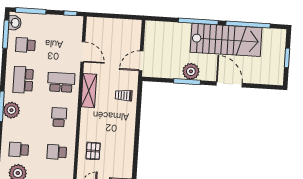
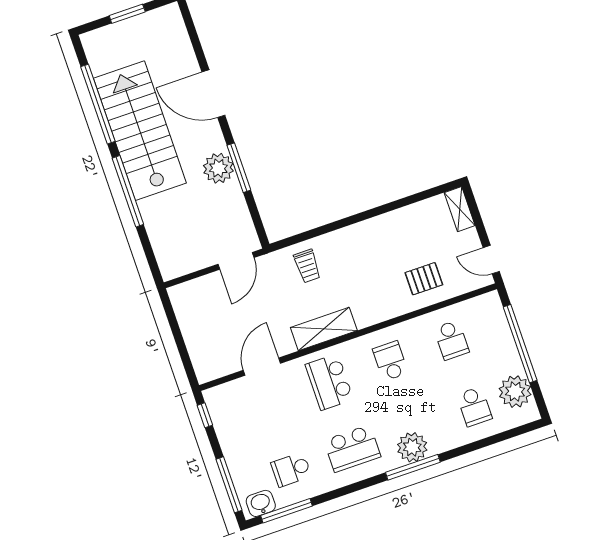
school desk: (25, 45) -> (291, 470), turned 90
door: (141, 61) -> (236, 261), hinge flipped
door: (229, 84) -> (213, 94), hinge flipped
school desk: (59, 117) -> (390, 361), turned 90

